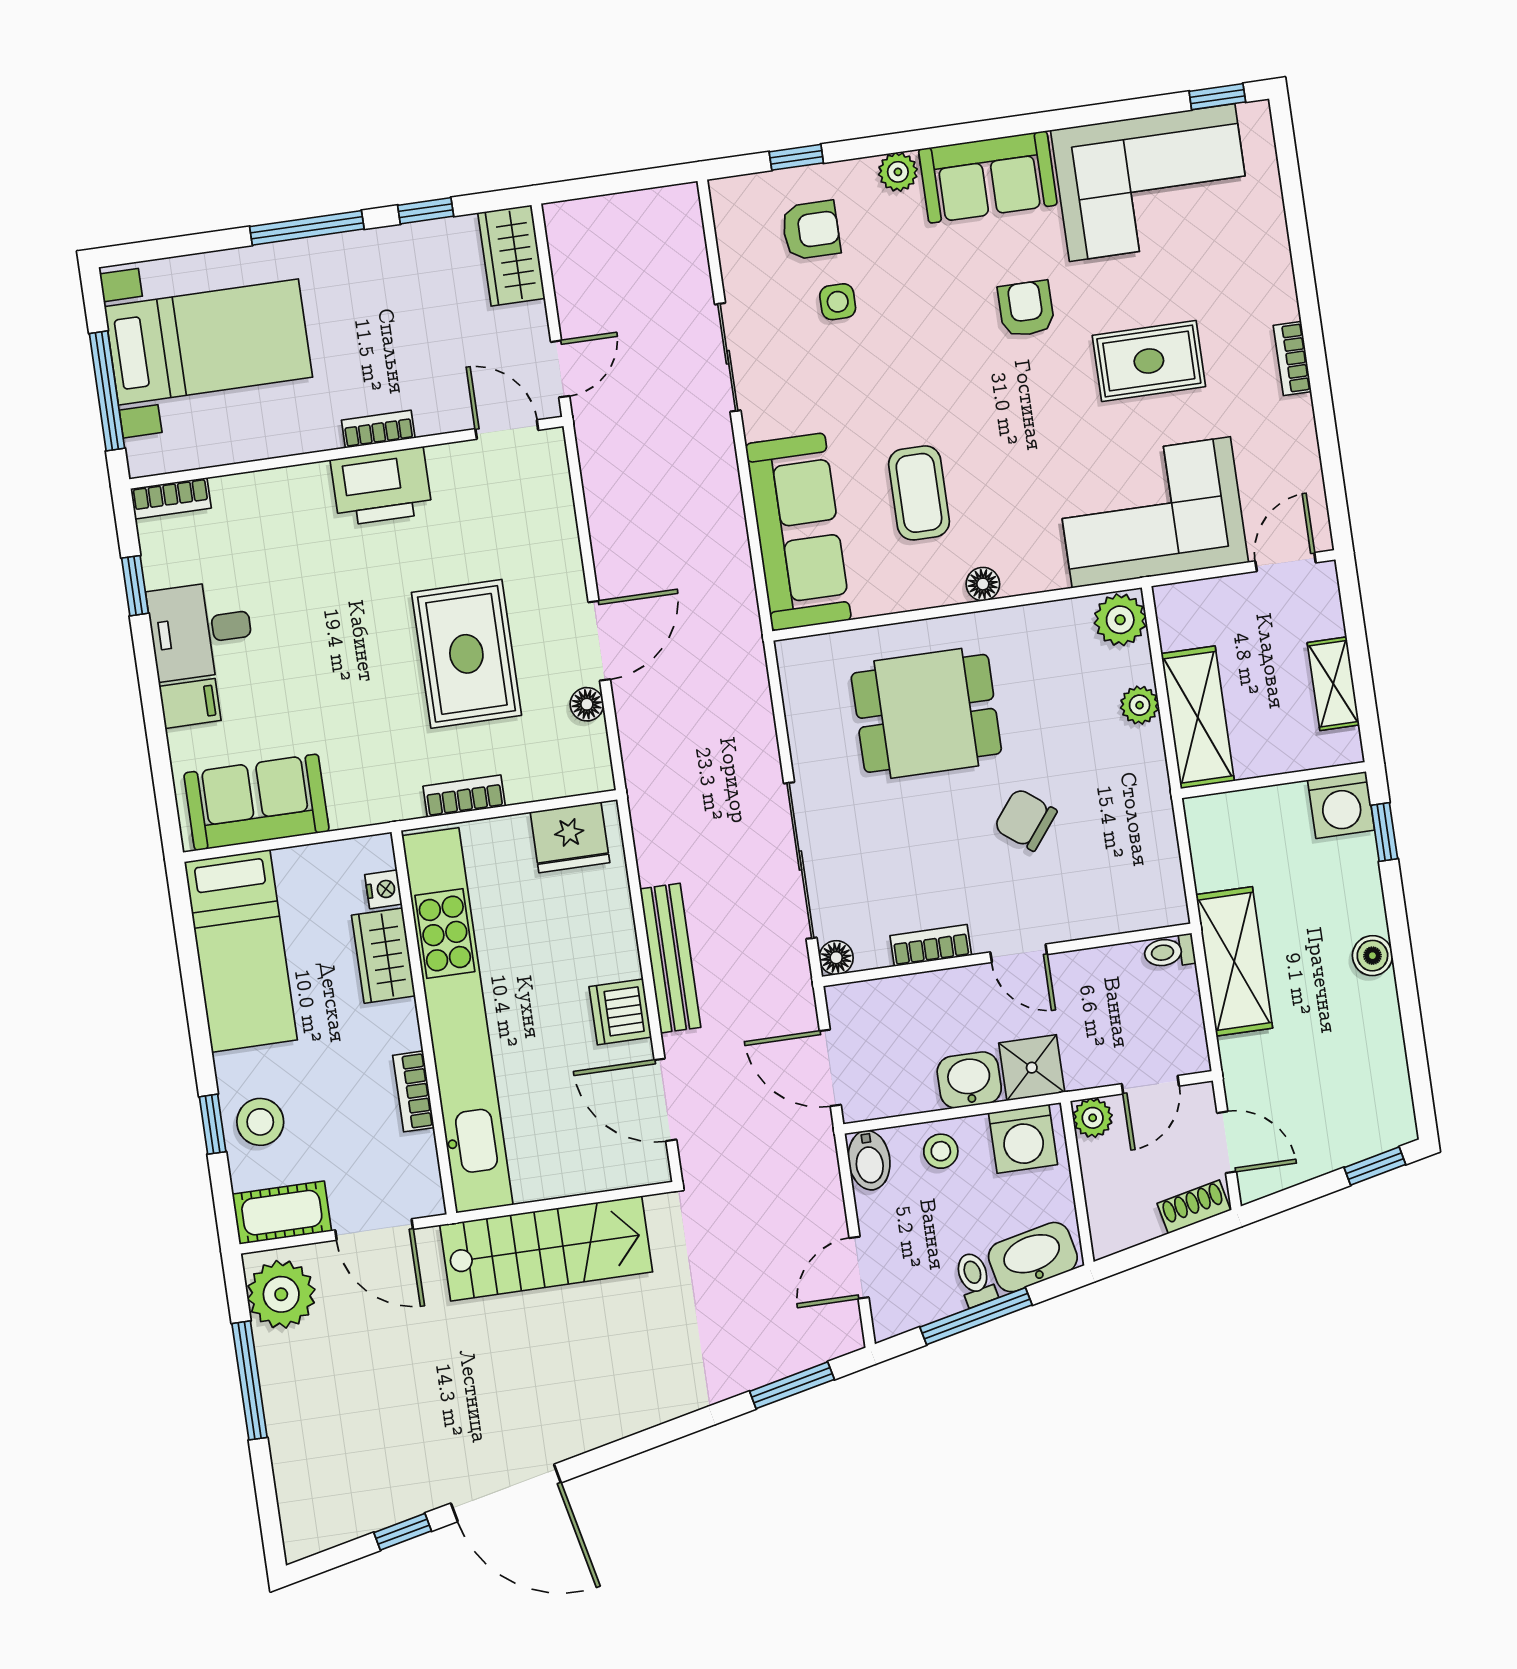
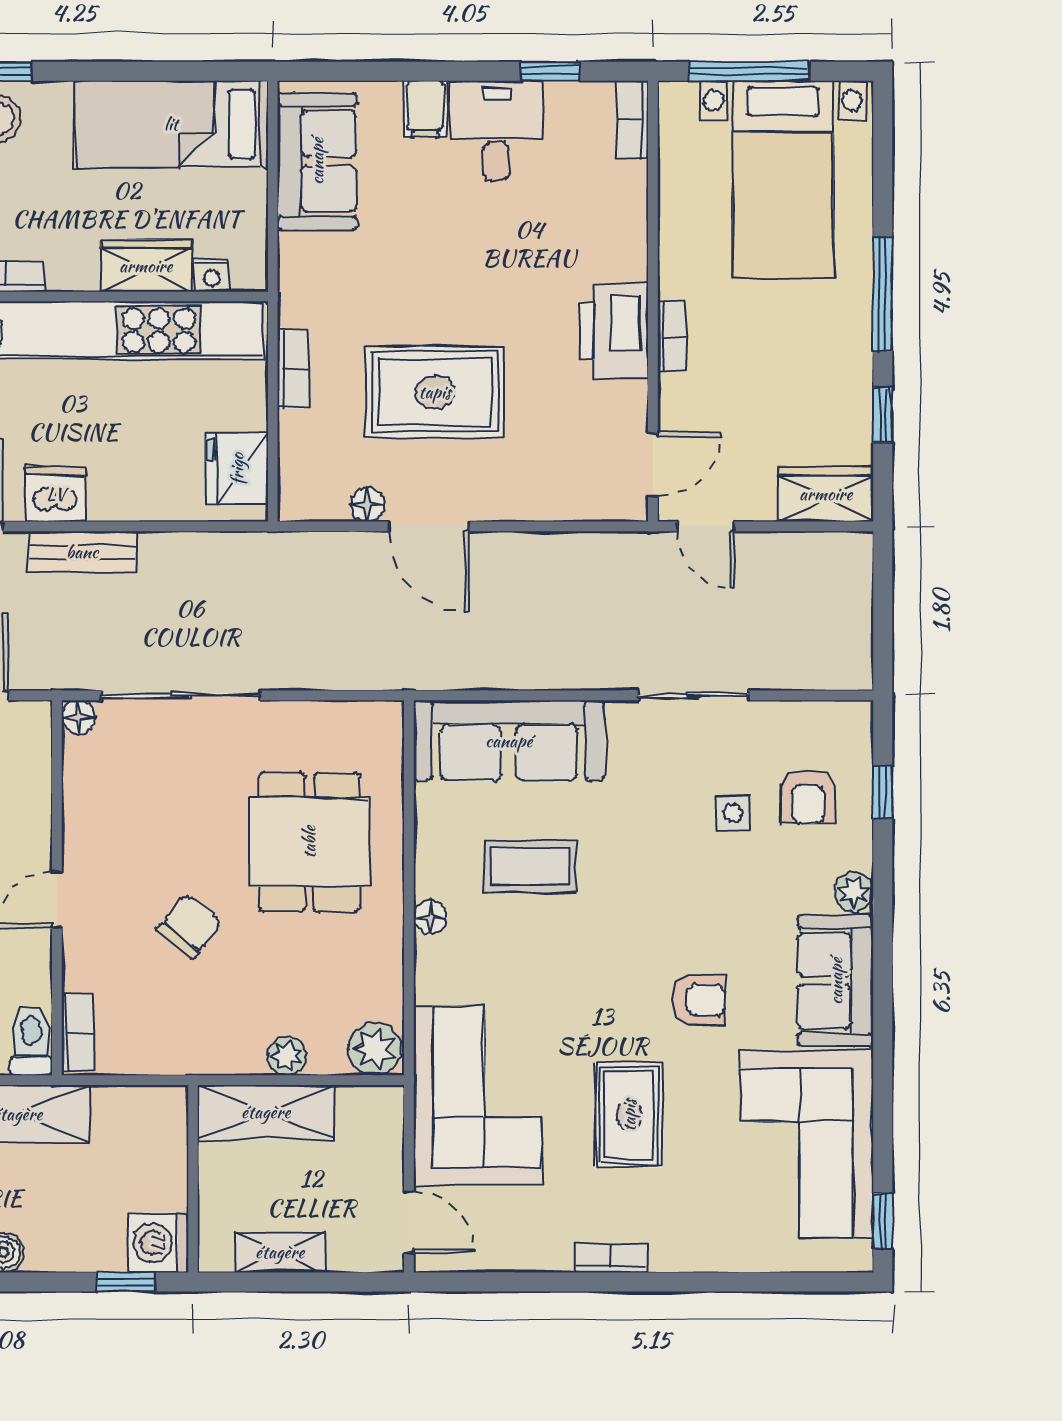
bookcase: (931, 945) -> (77, 1032), moved
toilet: (1169, 952) -> (31, 1041), width x1.37, depth x1.39
bench: (670, 958) -> (82, 552), width x0.73

